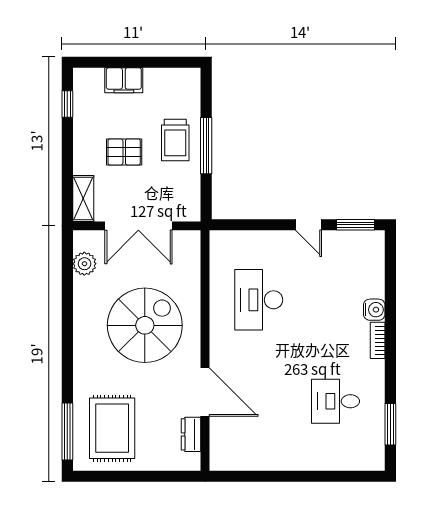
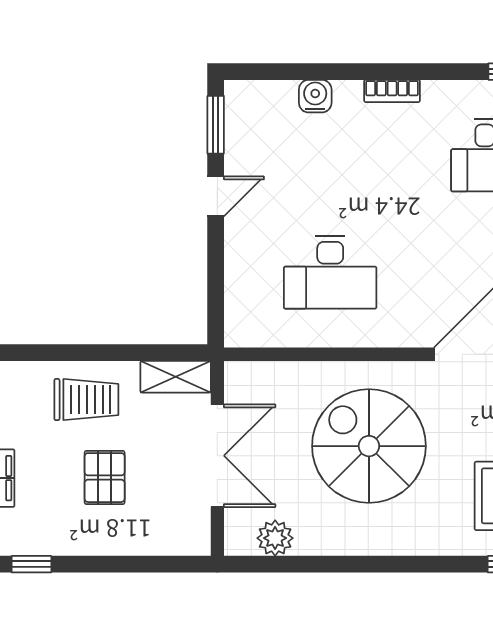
window: (206, 146) -> (95, 353), removed
shelving: (83, 198) -> (176, 377), moved
water cooler: (374, 310) -> (315, 96), moved

